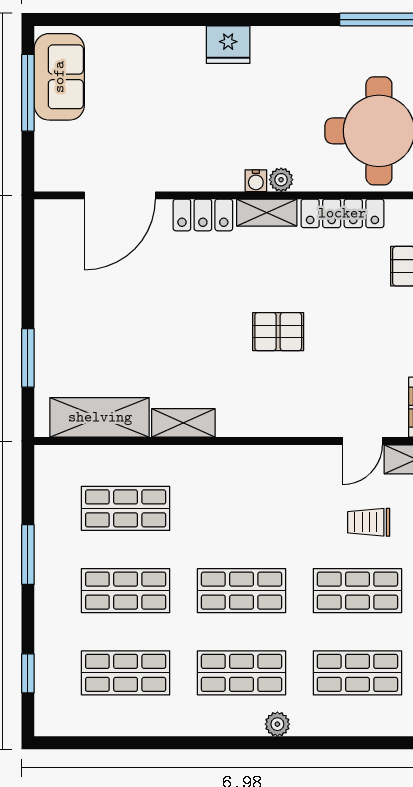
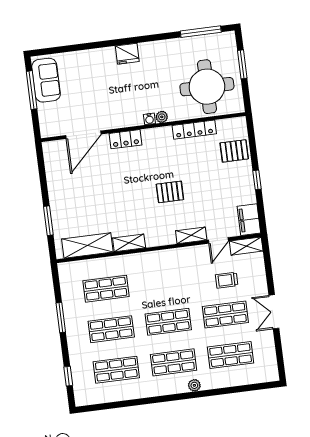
shelving: (267, 213) -> (191, 235), moved

